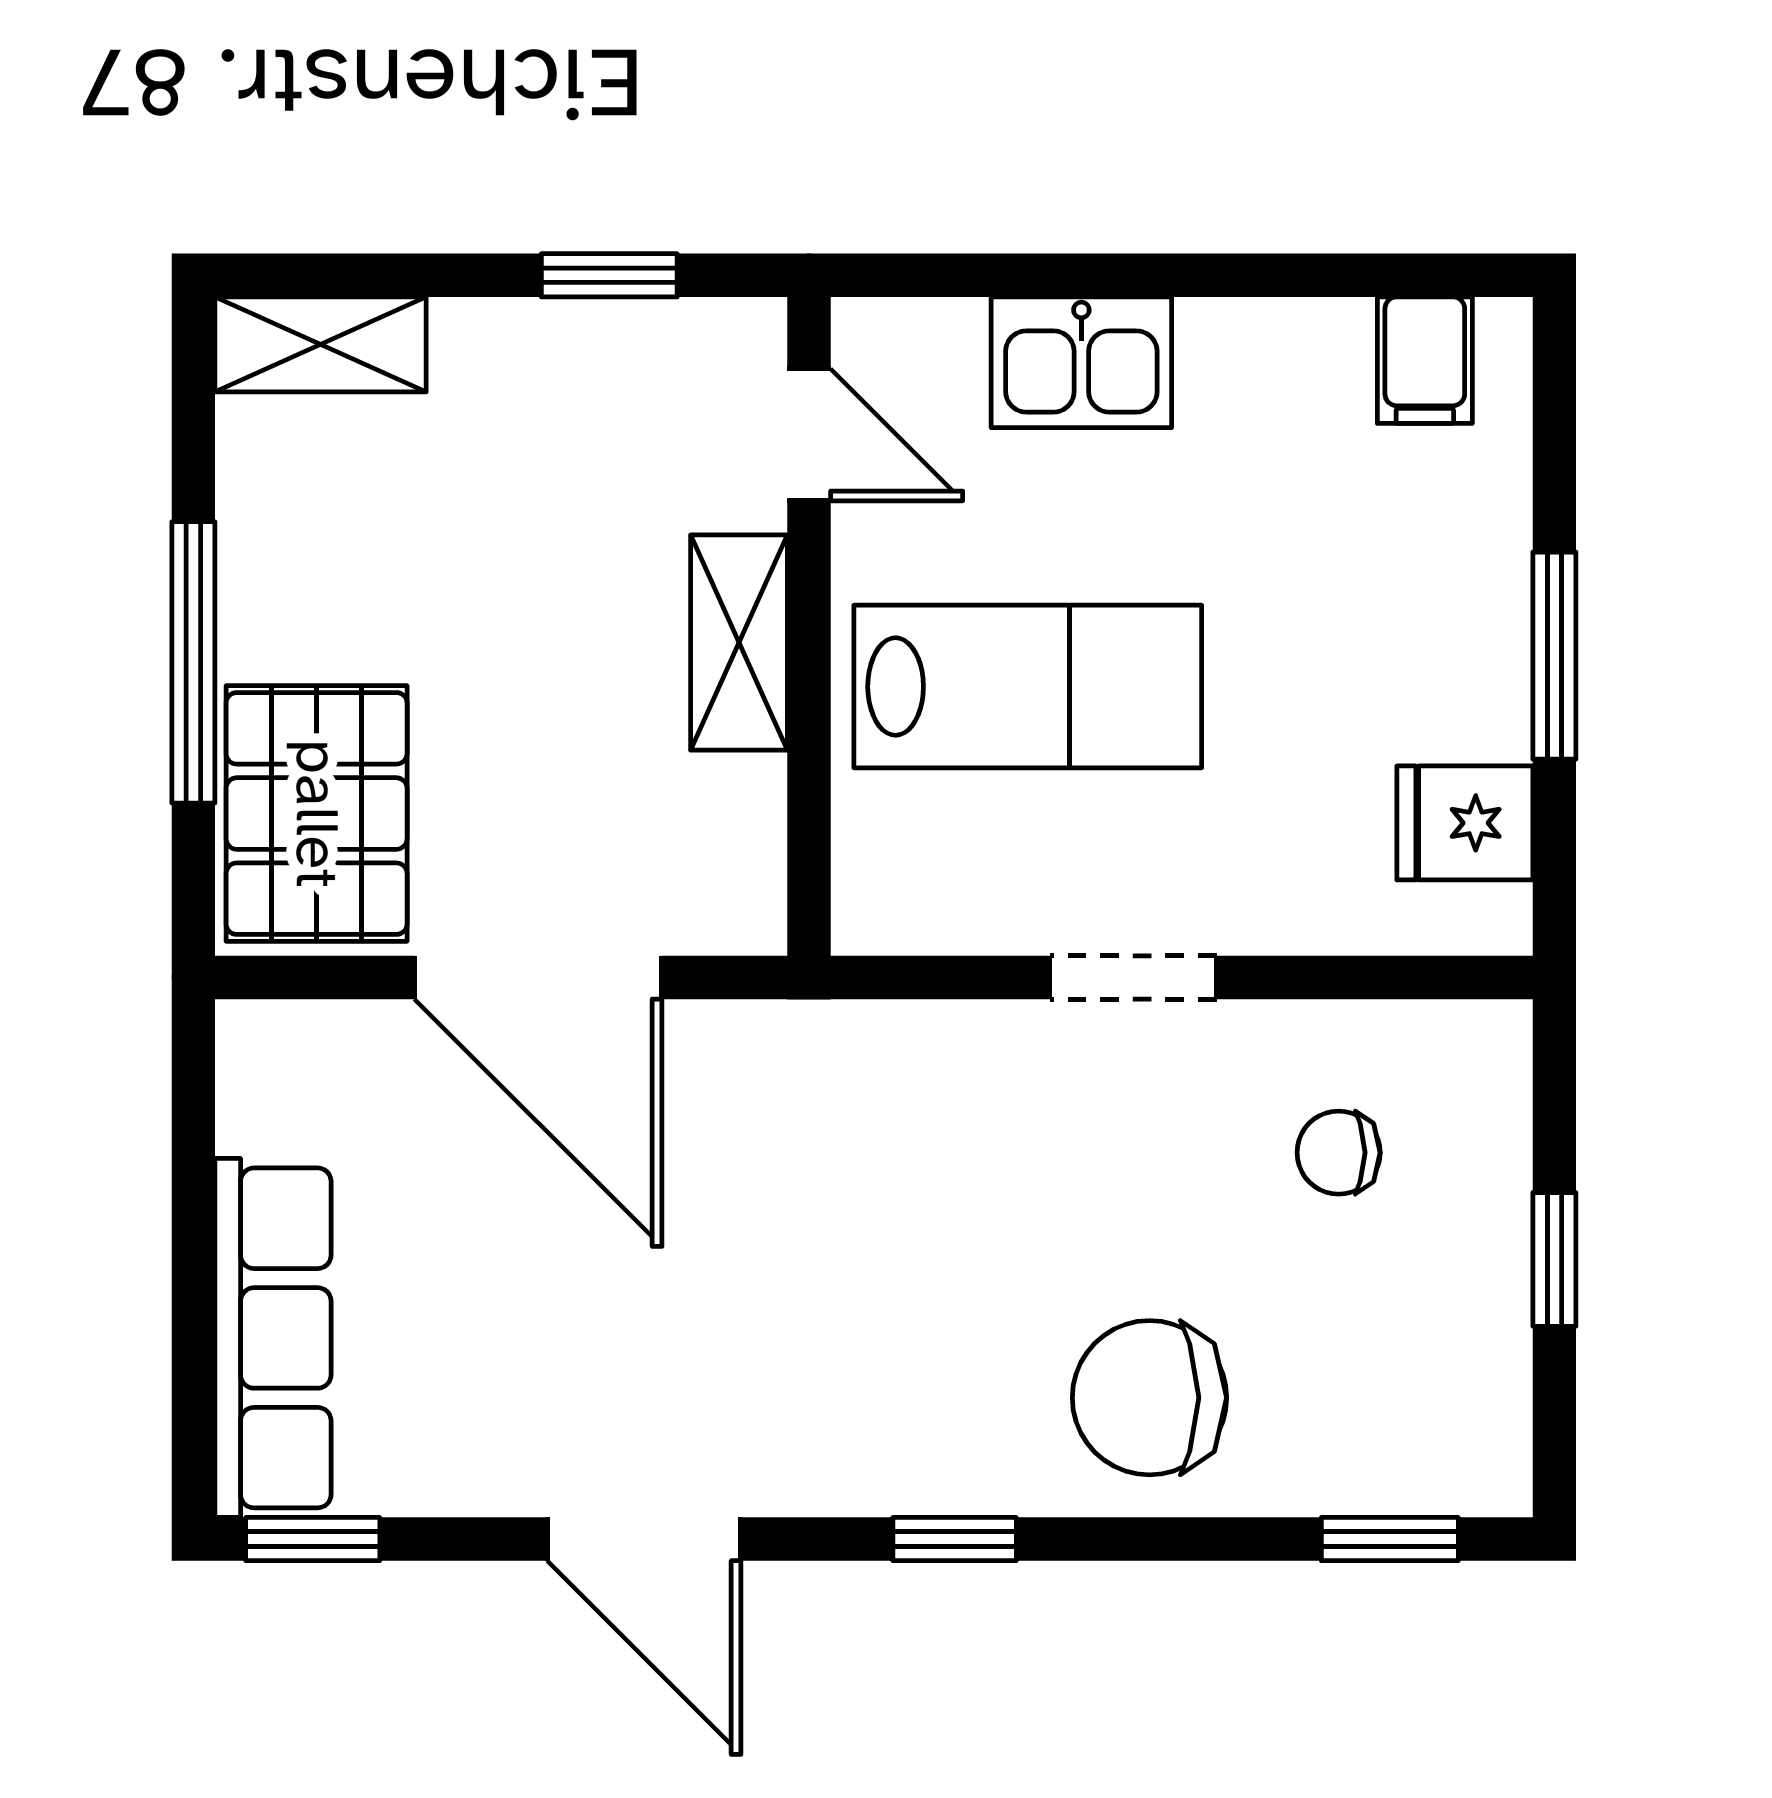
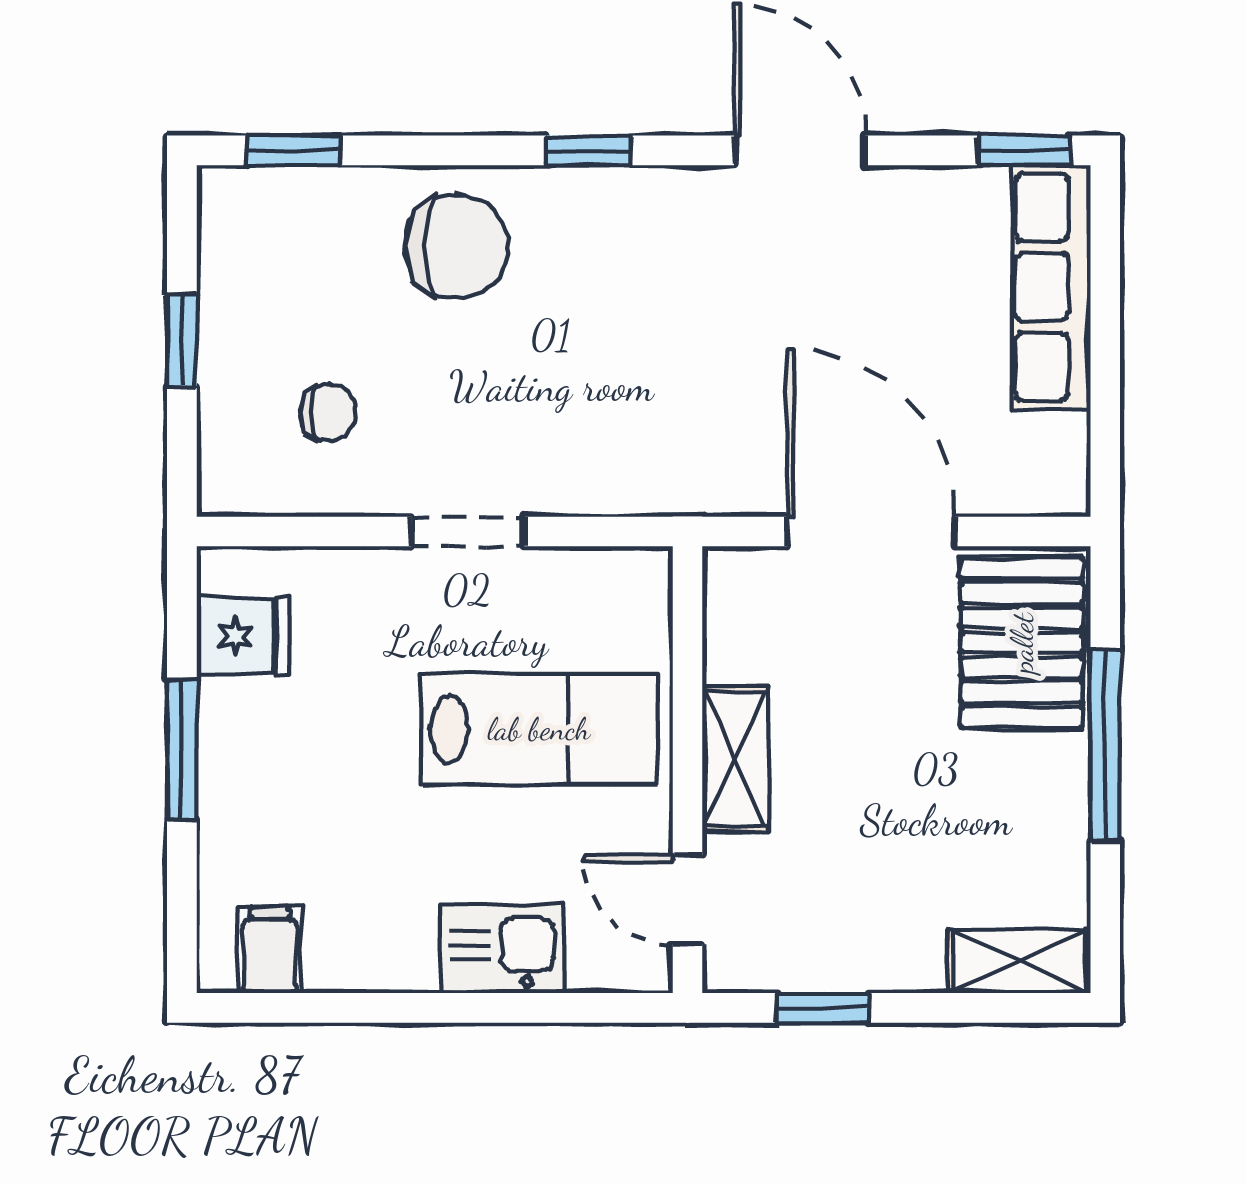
lab bench: (1028, 687) -> (539, 729), turned 180

